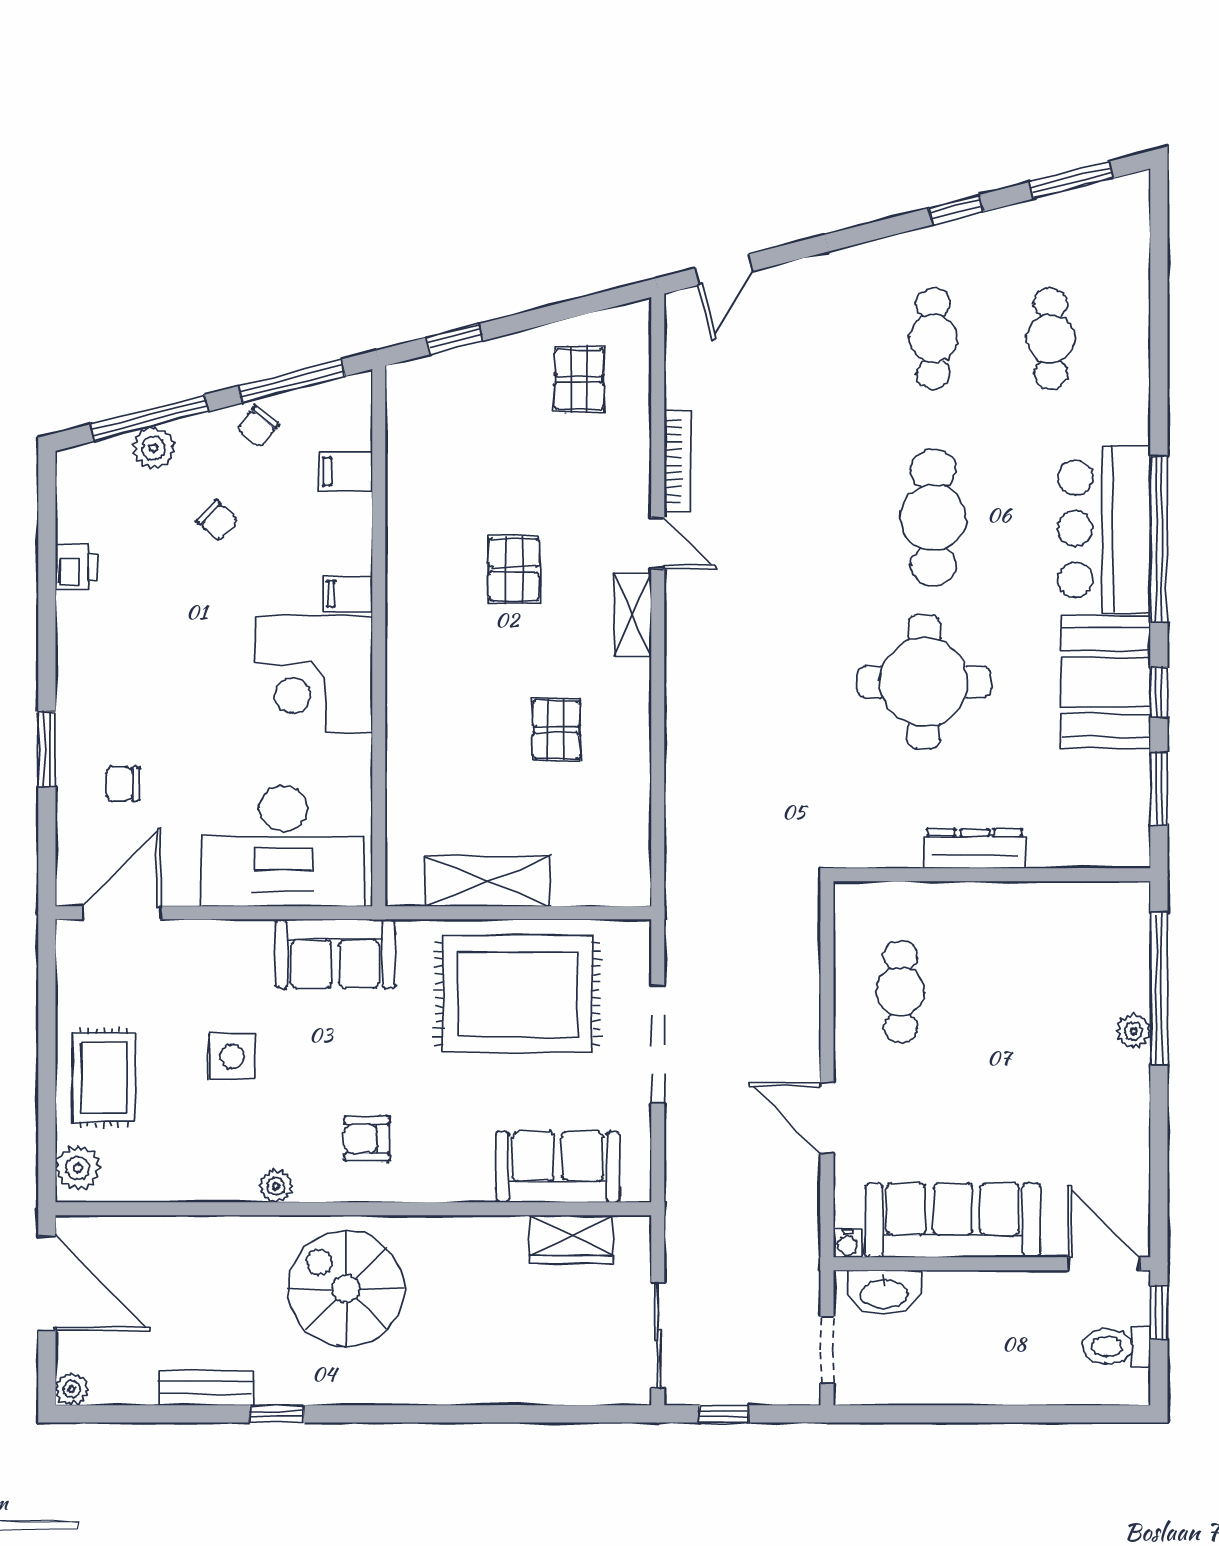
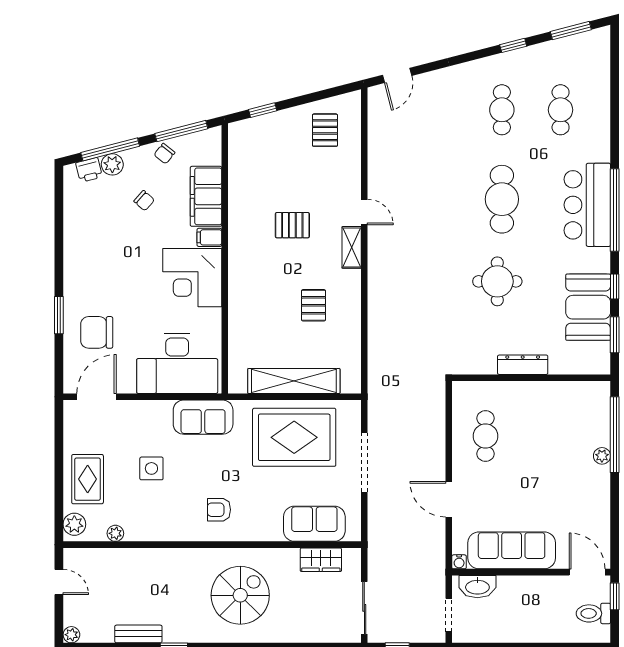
bookcase: (677, 461) -> (374, 171), removed
filing cabinet: (346, 472) -> (206, 196), width x3.00, depth x1.17
printer: (76, 567) -> (89, 170), moved, turned 76
pallet: (514, 569) -> (292, 225), turned 90
round table: (924, 682) -> (497, 281), width x0.73, depth x0.73
booth: (1106, 682) -> (588, 307), moved
chair: (122, 784) -> (97, 332), width x1.87, depth x1.87
shelving: (488, 881) -> (294, 381), width x1.47
plant: (276, 1186) -> (115, 533), moved
door: (47, 1283) -> (59, 582), width x0.53
spiral stairs: (346, 1289) -> (240, 595), moved, turned 90

